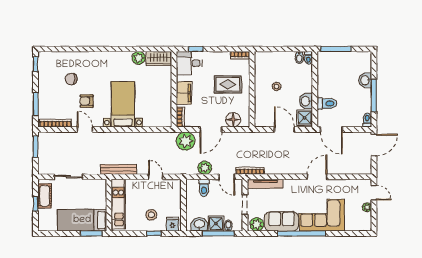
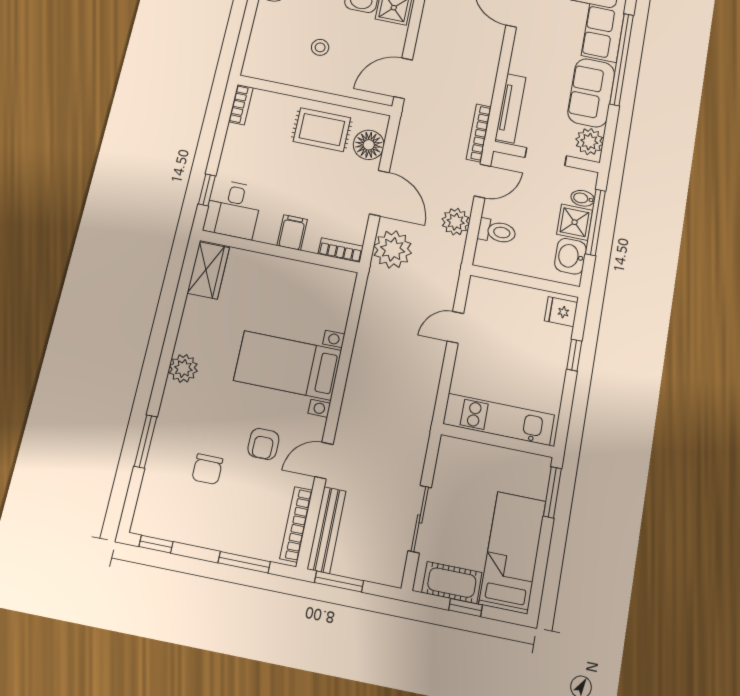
window: (77, 49) -> (146, 442), added
plant: (139, 58) -> (183, 368), moved
rug: (228, 84) -> (322, 130), moved, turned 90
filing cabinet: (184, 93) -> (292, 232), width x0.50
door: (284, 129) -> (403, 78), moved
bench: (119, 169) -> (327, 530), moved
stool: (151, 215) -> (534, 352), removed
bed: (82, 220) -> (512, 552), moved, turned 180

